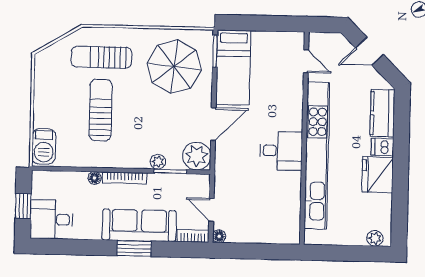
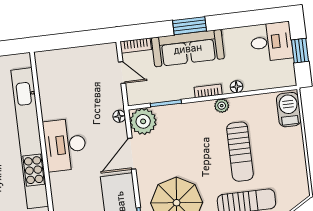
desk: (281, 151) -> (65, 145), width x1.37
plant: (158, 162) -> (222, 106), moved
bookcase: (125, 178) -> (208, 91), width x0.64
floor lamp: (219, 236) -> (119, 116), moved

